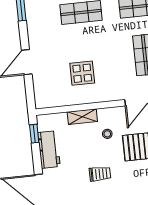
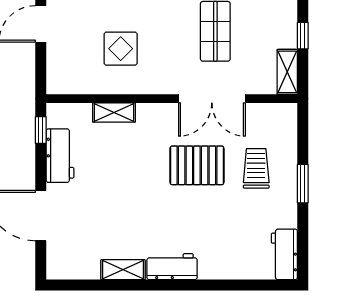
stool: (107, 134) -> (148, 142), removed
trolley: (100, 174) -> (131, 199), removed

